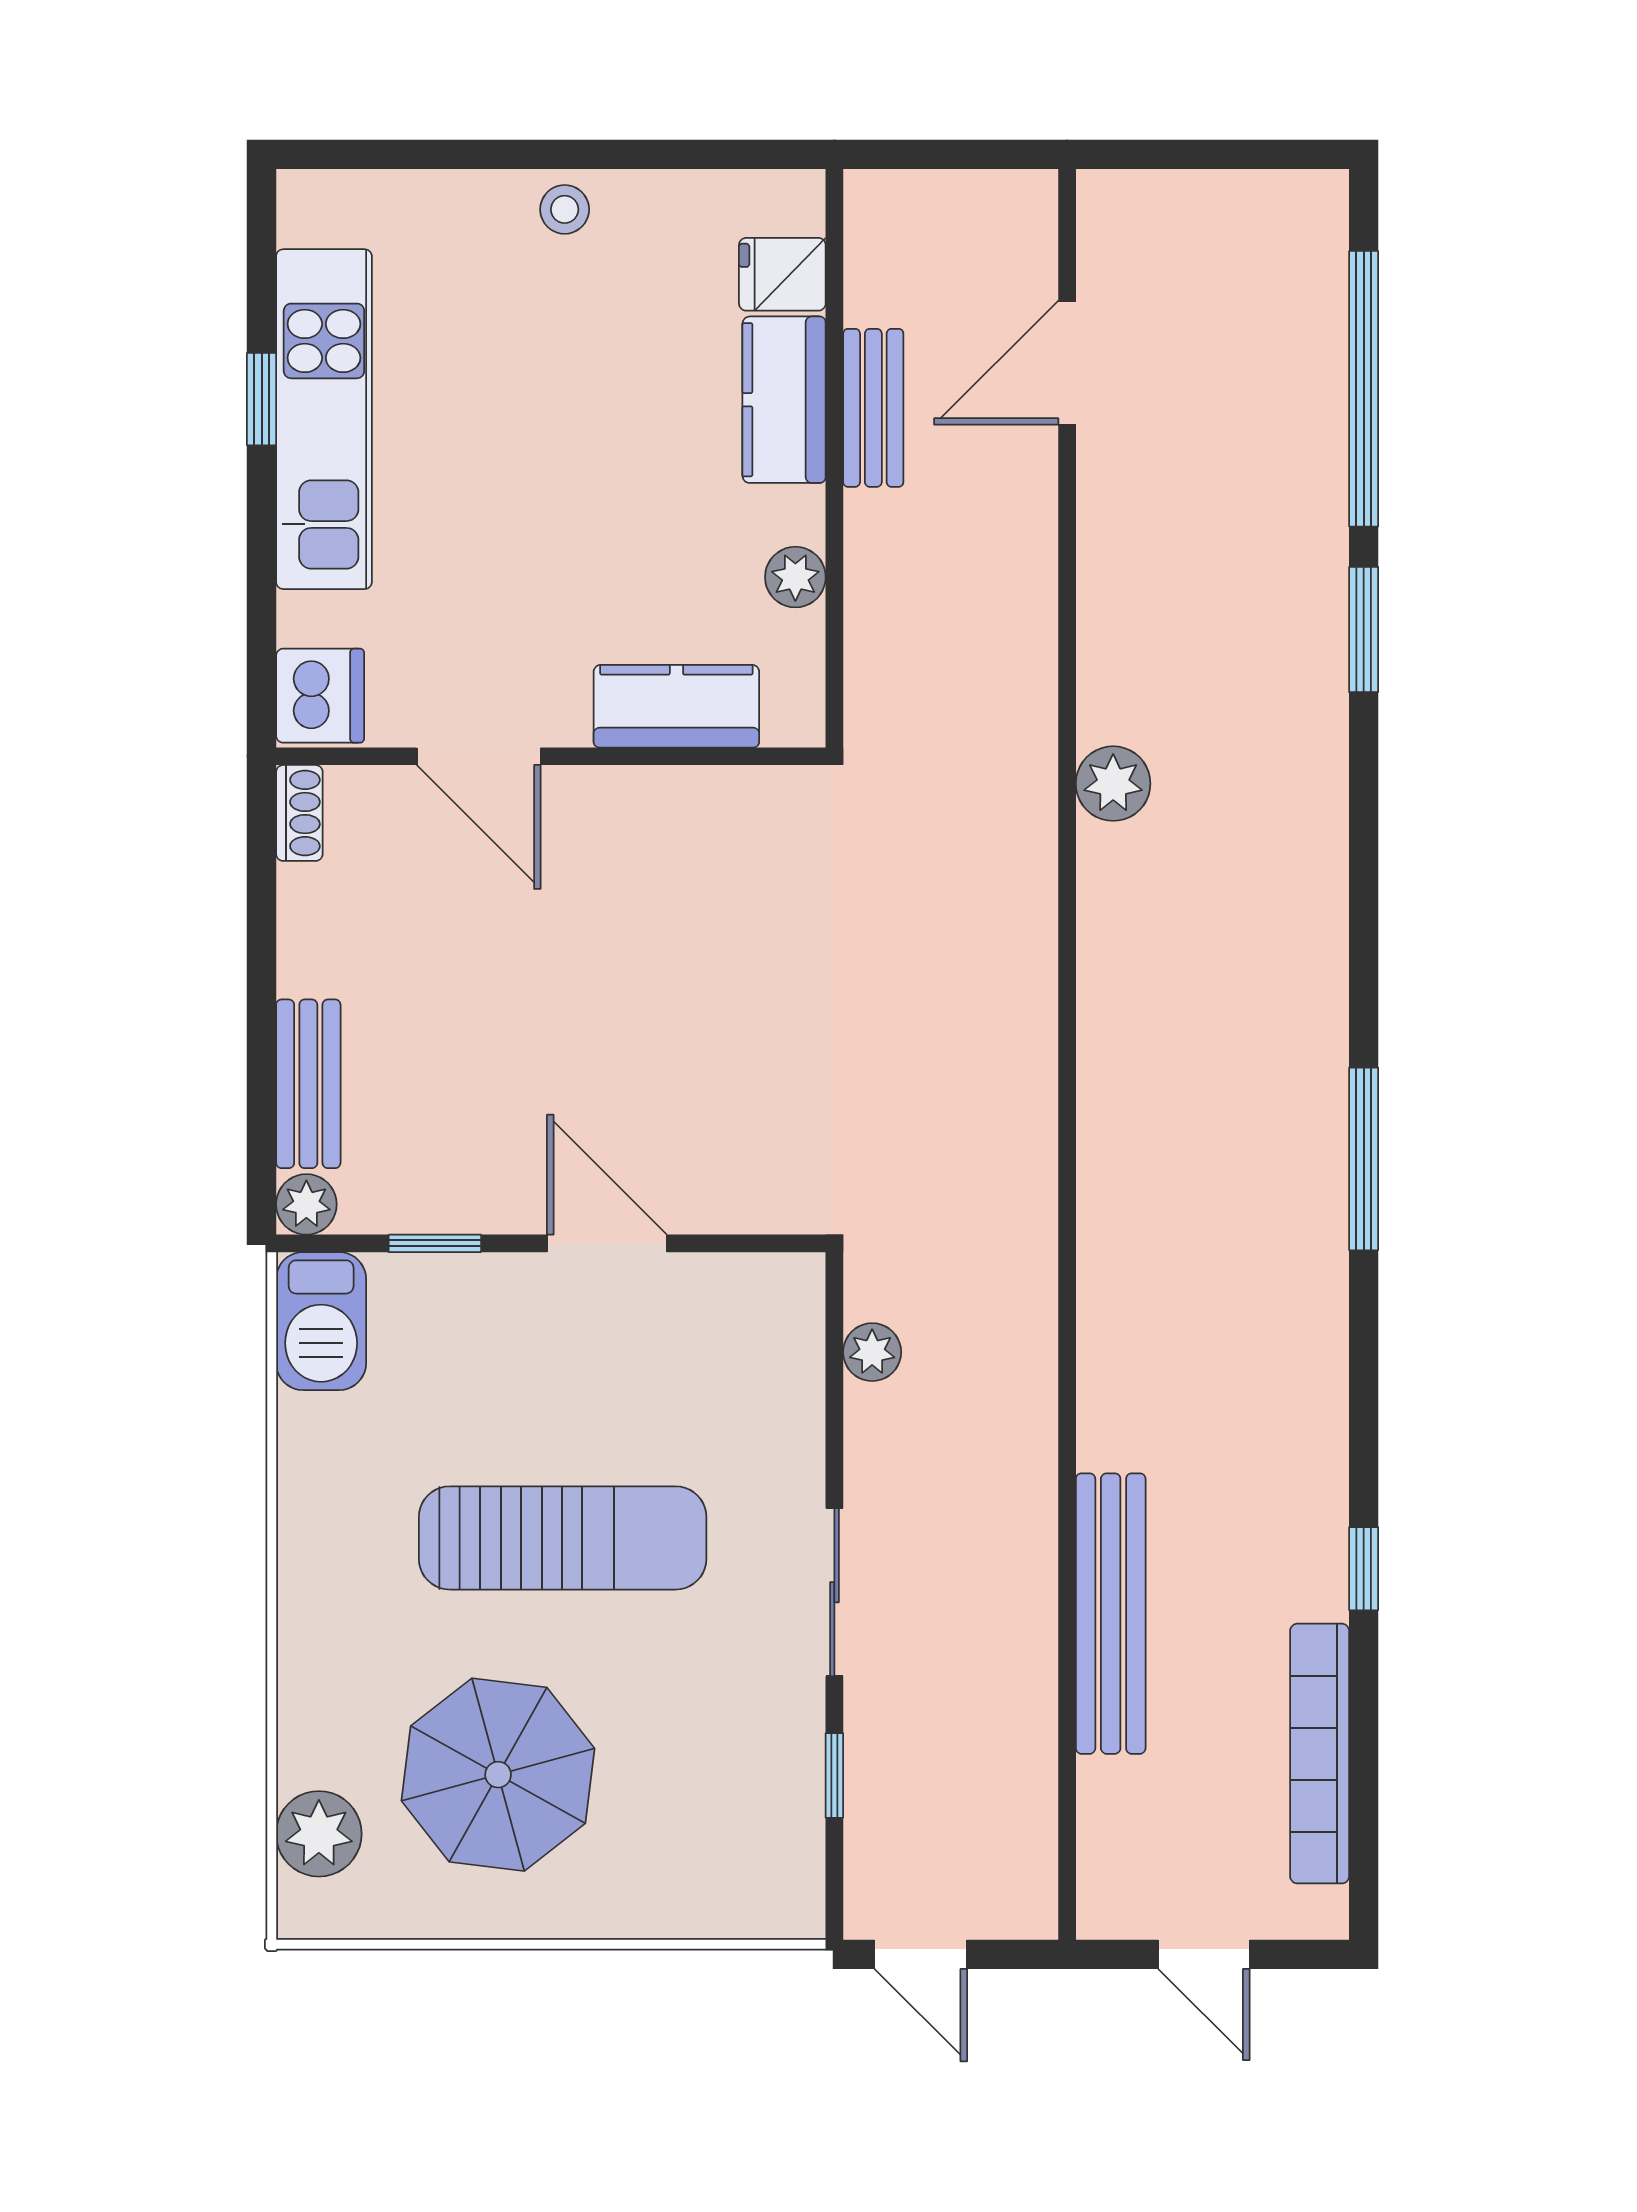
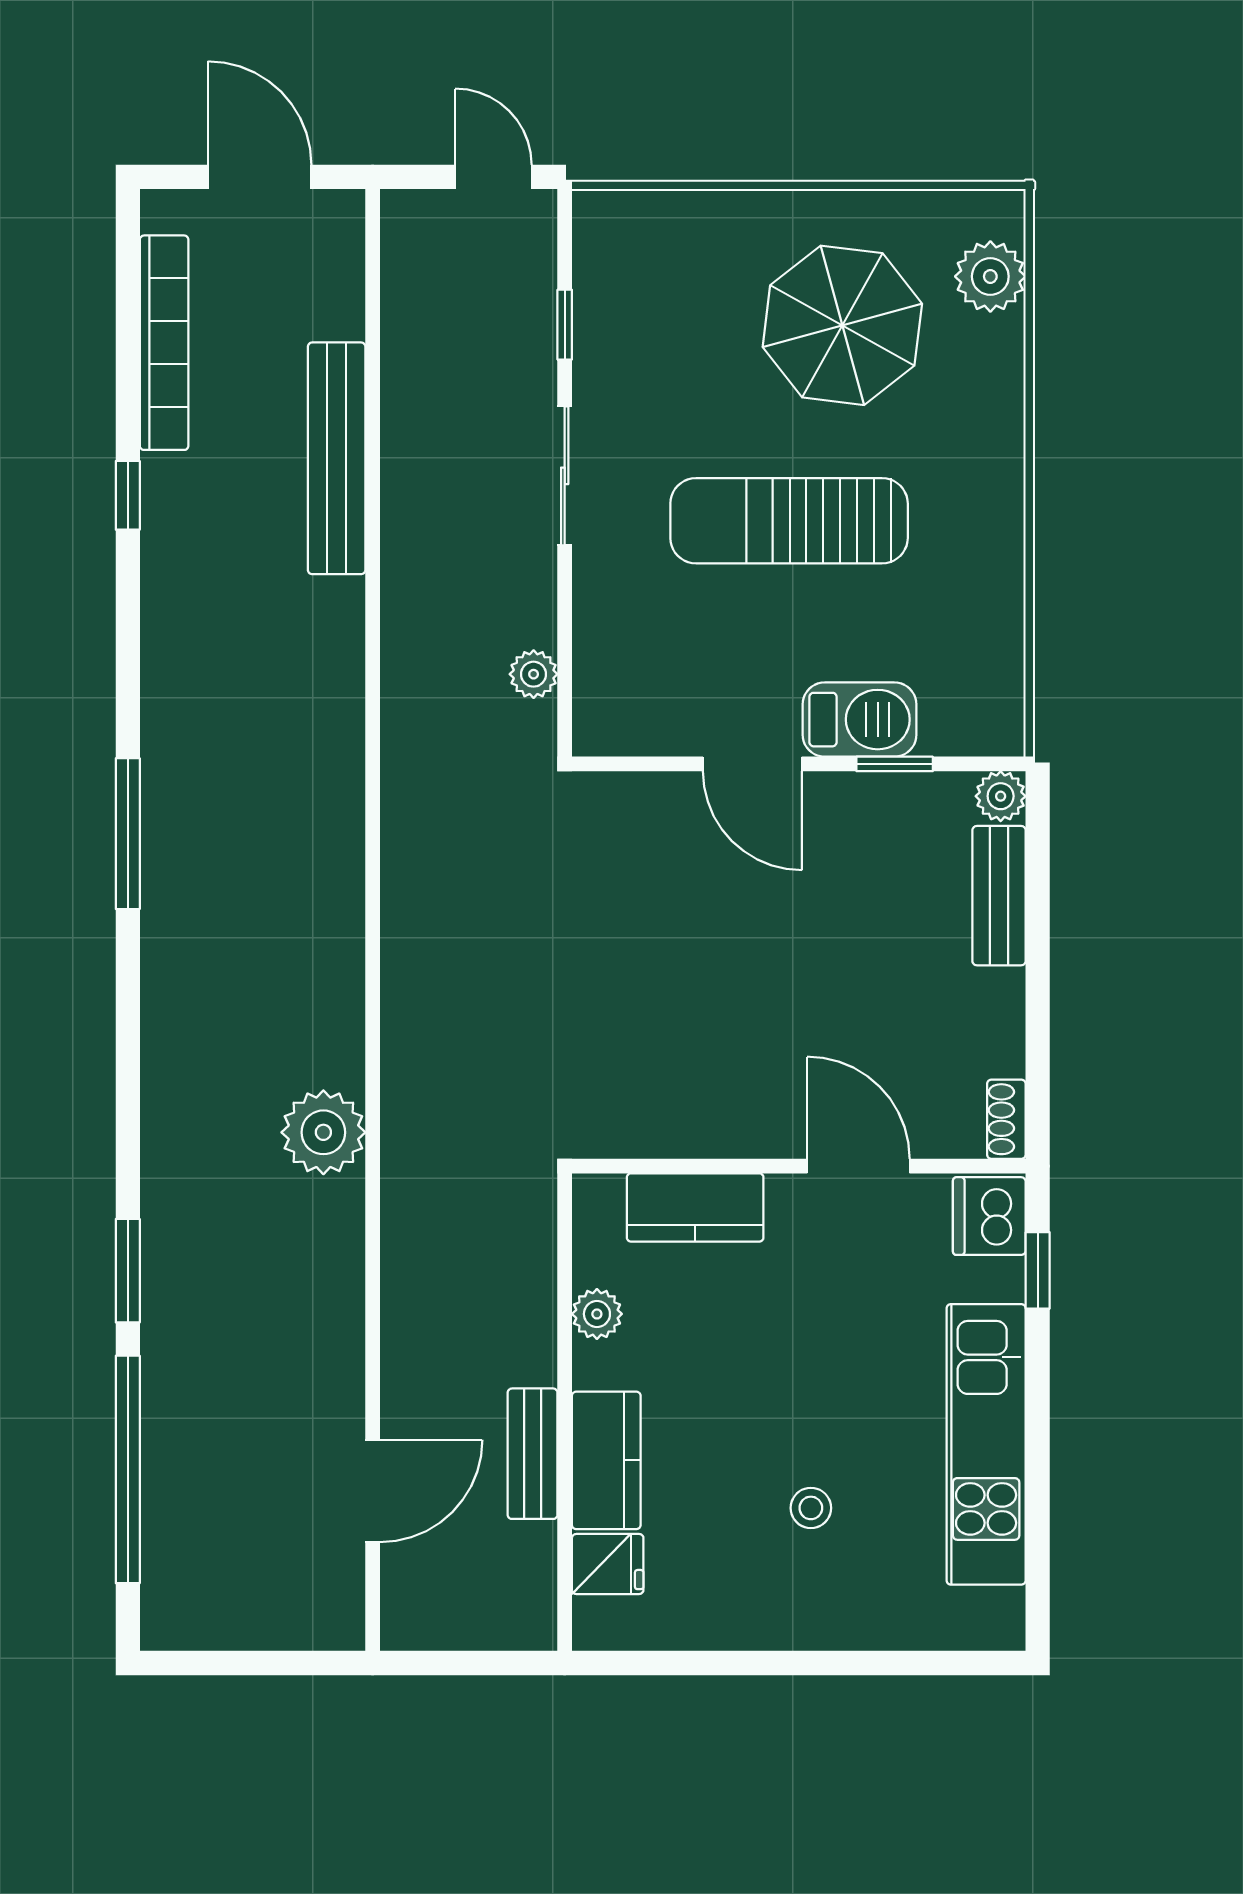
stool: (565, 209) -> (811, 1508), moved
window: (262, 399) -> (1038, 1270), moved
plant: (1113, 784) -> (323, 1132), width x1.36, depth x1.36
barbecue: (321, 1321) -> (860, 720), moved, turned 90
door: (1204, 1954) -> (260, 177), width x1.38

